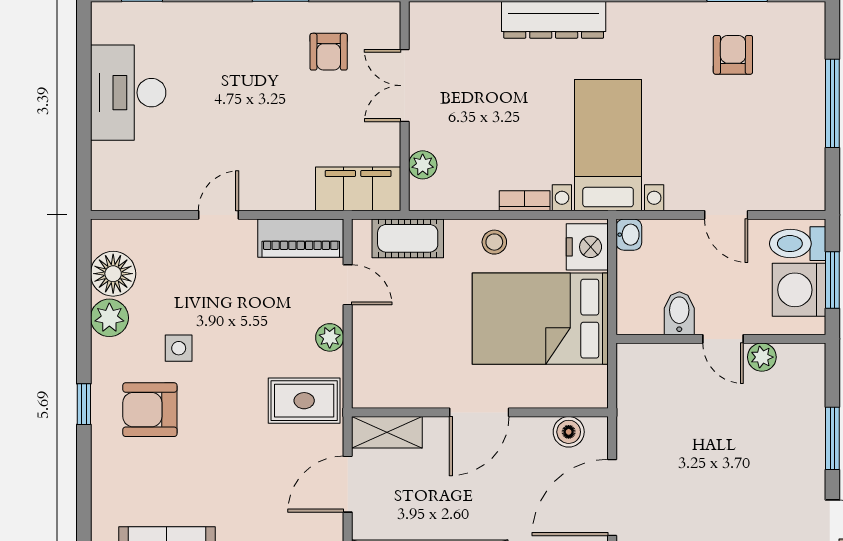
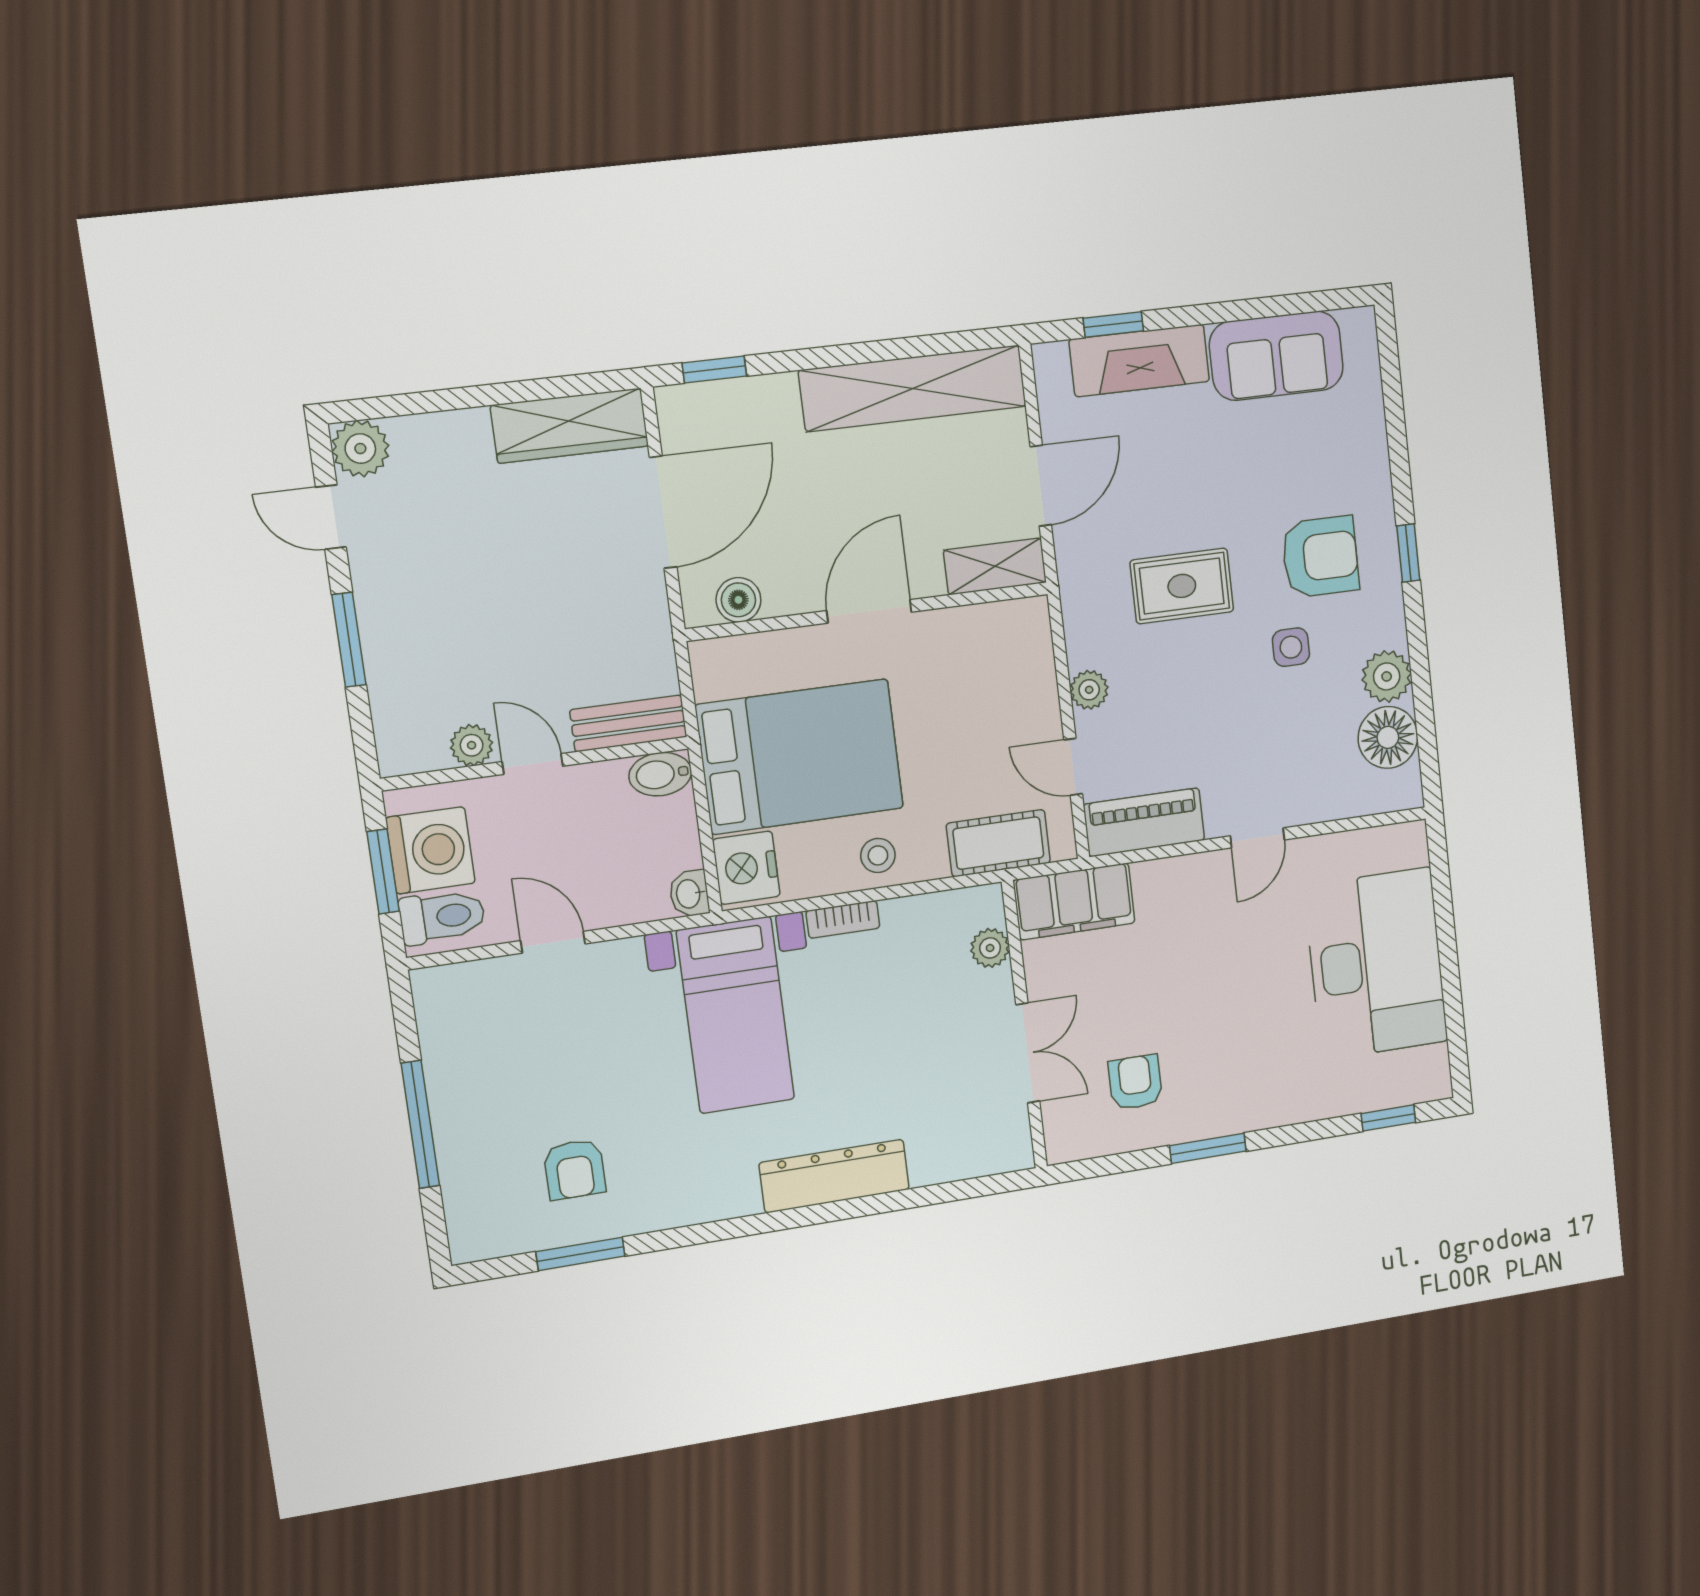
desk: (128, 93) -> (1376, 964), width x1.36, depth x1.30
bidet: (679, 313) -> (660, 774), moved, turned 90
bench: (655, 358) -> (628, 723), added
rug: (304, 401) -> (1182, 586), moved

